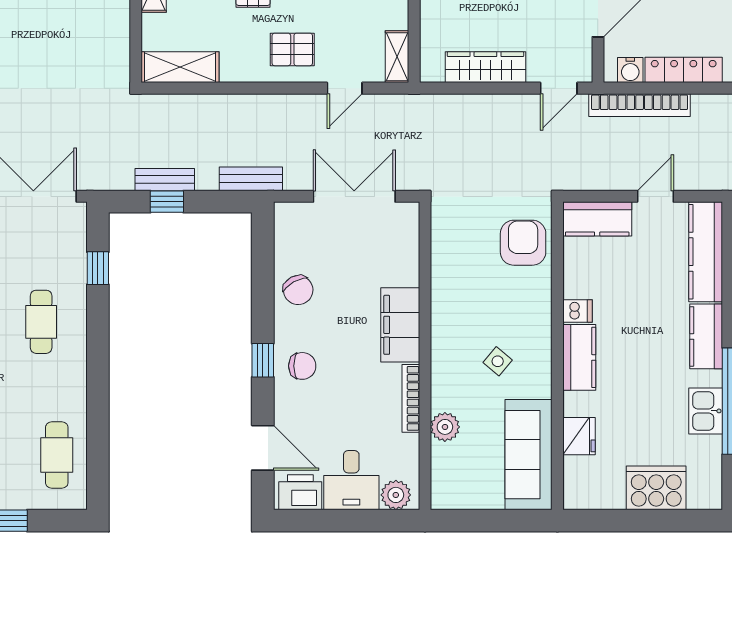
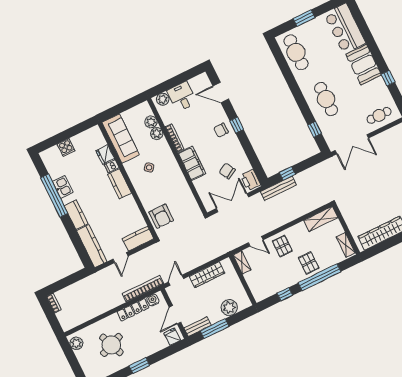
pallet: (292, 49) -> (282, 246), turned 90
door: (345, 88) -> (256, 241), swing flipped
bench: (251, 179) -> (278, 188), width x1.36
bench: (165, 180) -> (306, 174), removed
double door: (354, 196) -> (232, 203), swing flipped
window: (167, 202) -> (287, 173), moved
chair: (298, 290) -> (227, 171), moved
dishwasher: (578, 311) -> (112, 166), moved
cafe table: (41, 322) -> (326, 99), width x1.37, depth x1.35
cafe table: (57, 455) -> (296, 52), width x1.37, depth x1.35
plant: (445, 458) -> (151, 122), added
cooker: (656, 488) -> (66, 147), width x0.53, depth x0.76
printer: (300, 492) -> (250, 180), moved, turned 90

